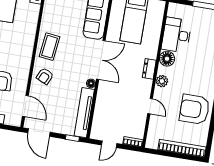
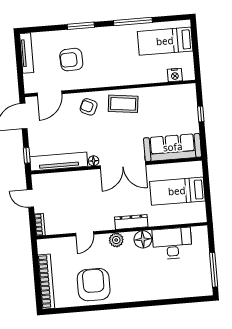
dresser: (149, 69) -> (131, 222), width x1.44

